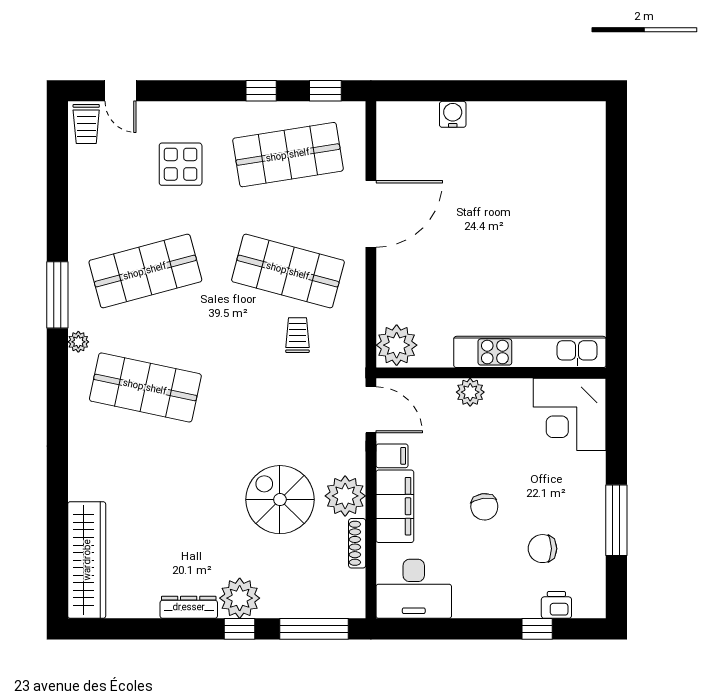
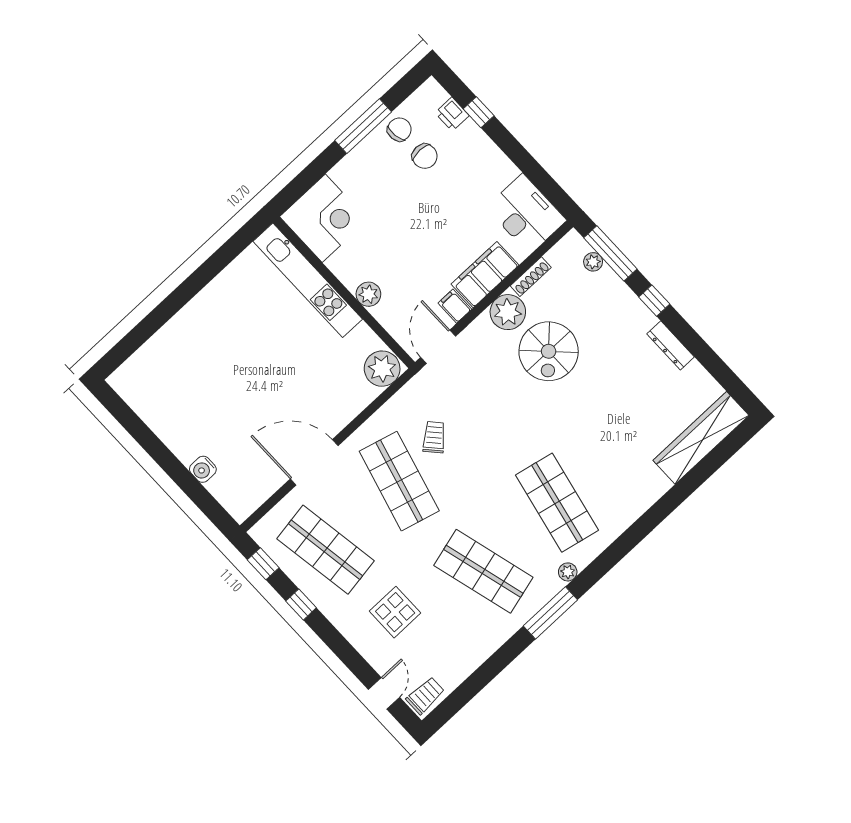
trolley: (297, 335) -> (434, 437), turned 138
chair: (484, 507) -> (399, 129), moved
plant: (240, 598) -> (593, 262), moved, width x0.53, depth x0.53

